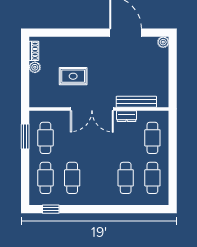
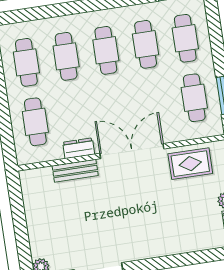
rug: (73, 76) -> (190, 164), moved
bench: (136, 102) -> (75, 171), width x0.73
cafe table: (99, 178) -> (106, 50), added

